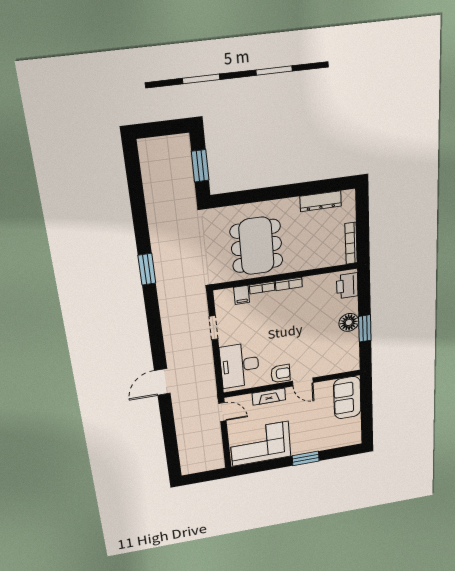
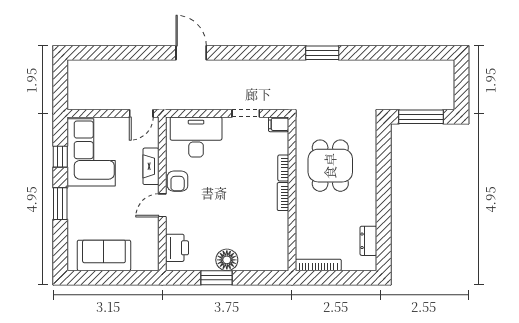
window: (200, 166) -> (421, 117), width x1.44
dresser: (321, 201) -> (368, 241), width x0.70
dining table: (257, 246) -> (330, 166), width x0.73
printer: (347, 286) -> (177, 248), moved, turned 90
filing cabinet: (242, 295) -> (279, 124), moved
sofa: (347, 398) -> (104, 255), moved
window: (266, 466) -> (60, 157), added

